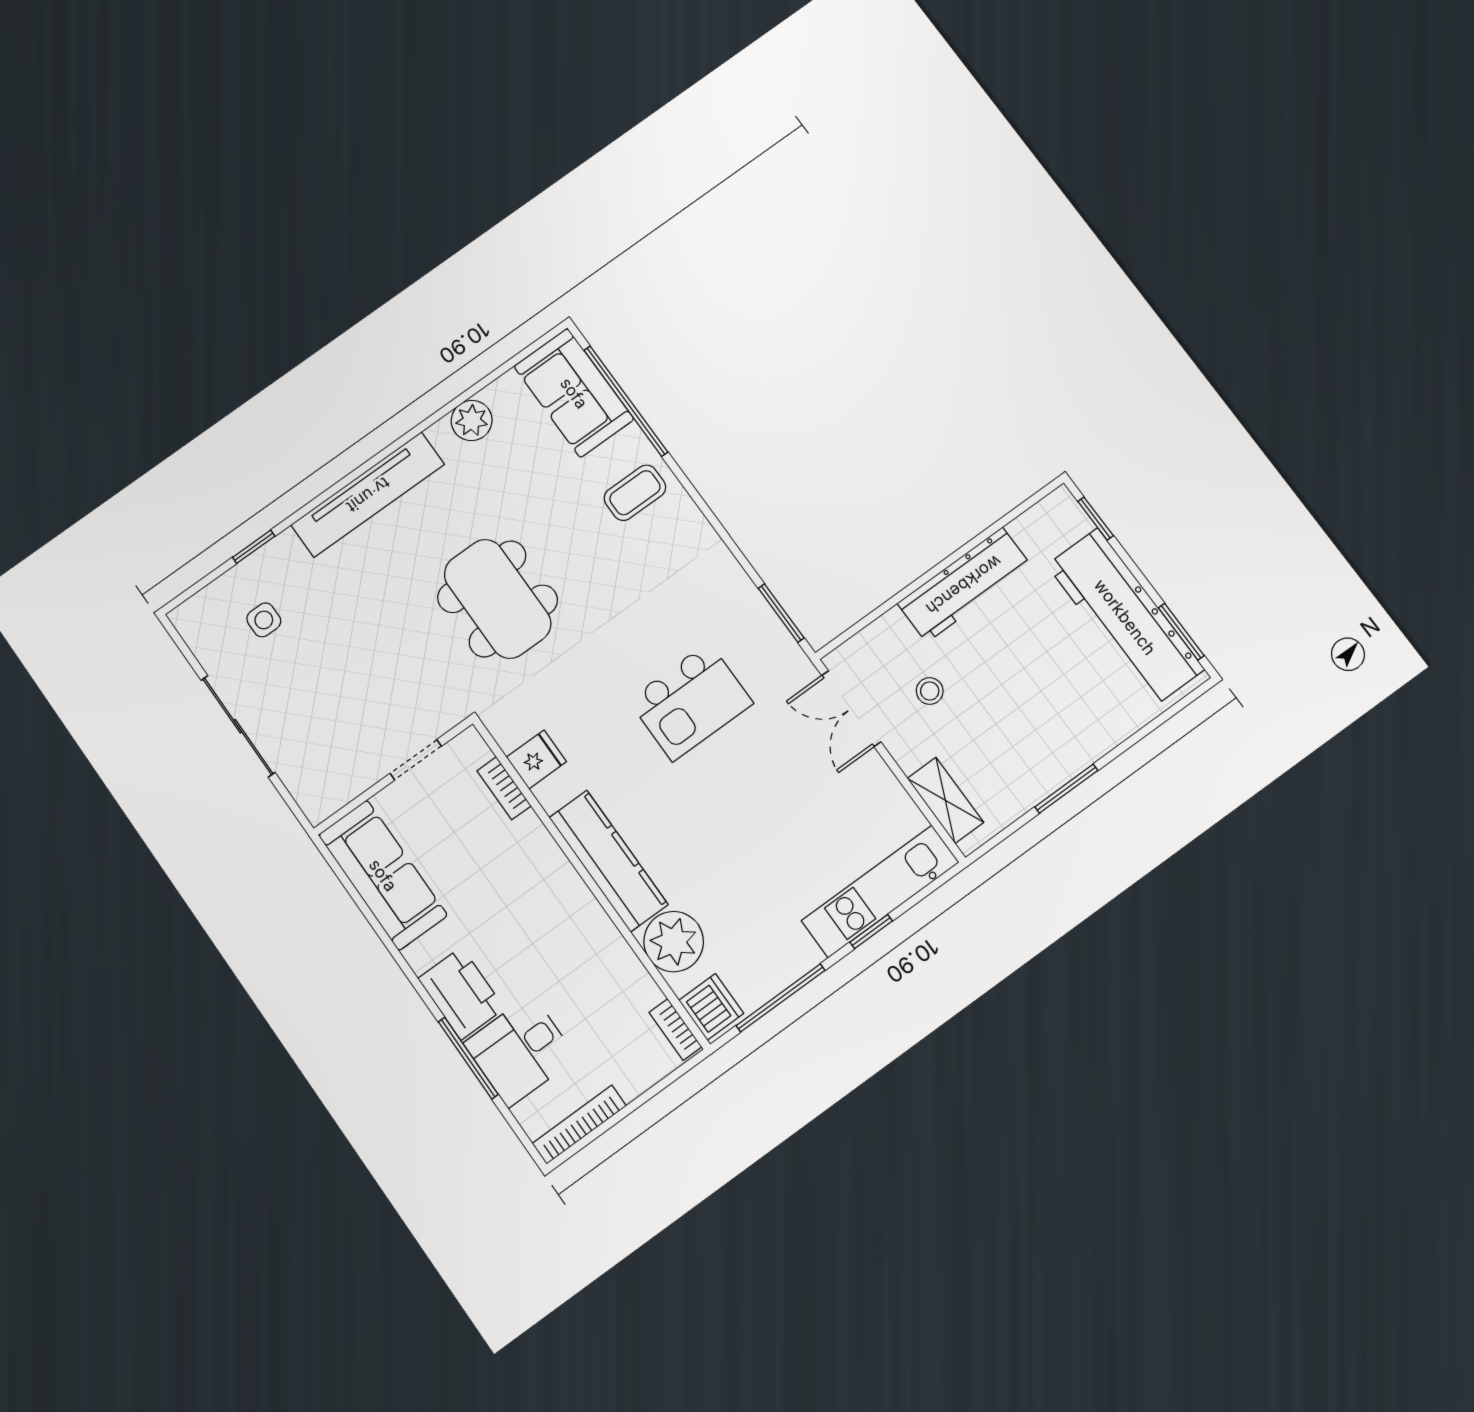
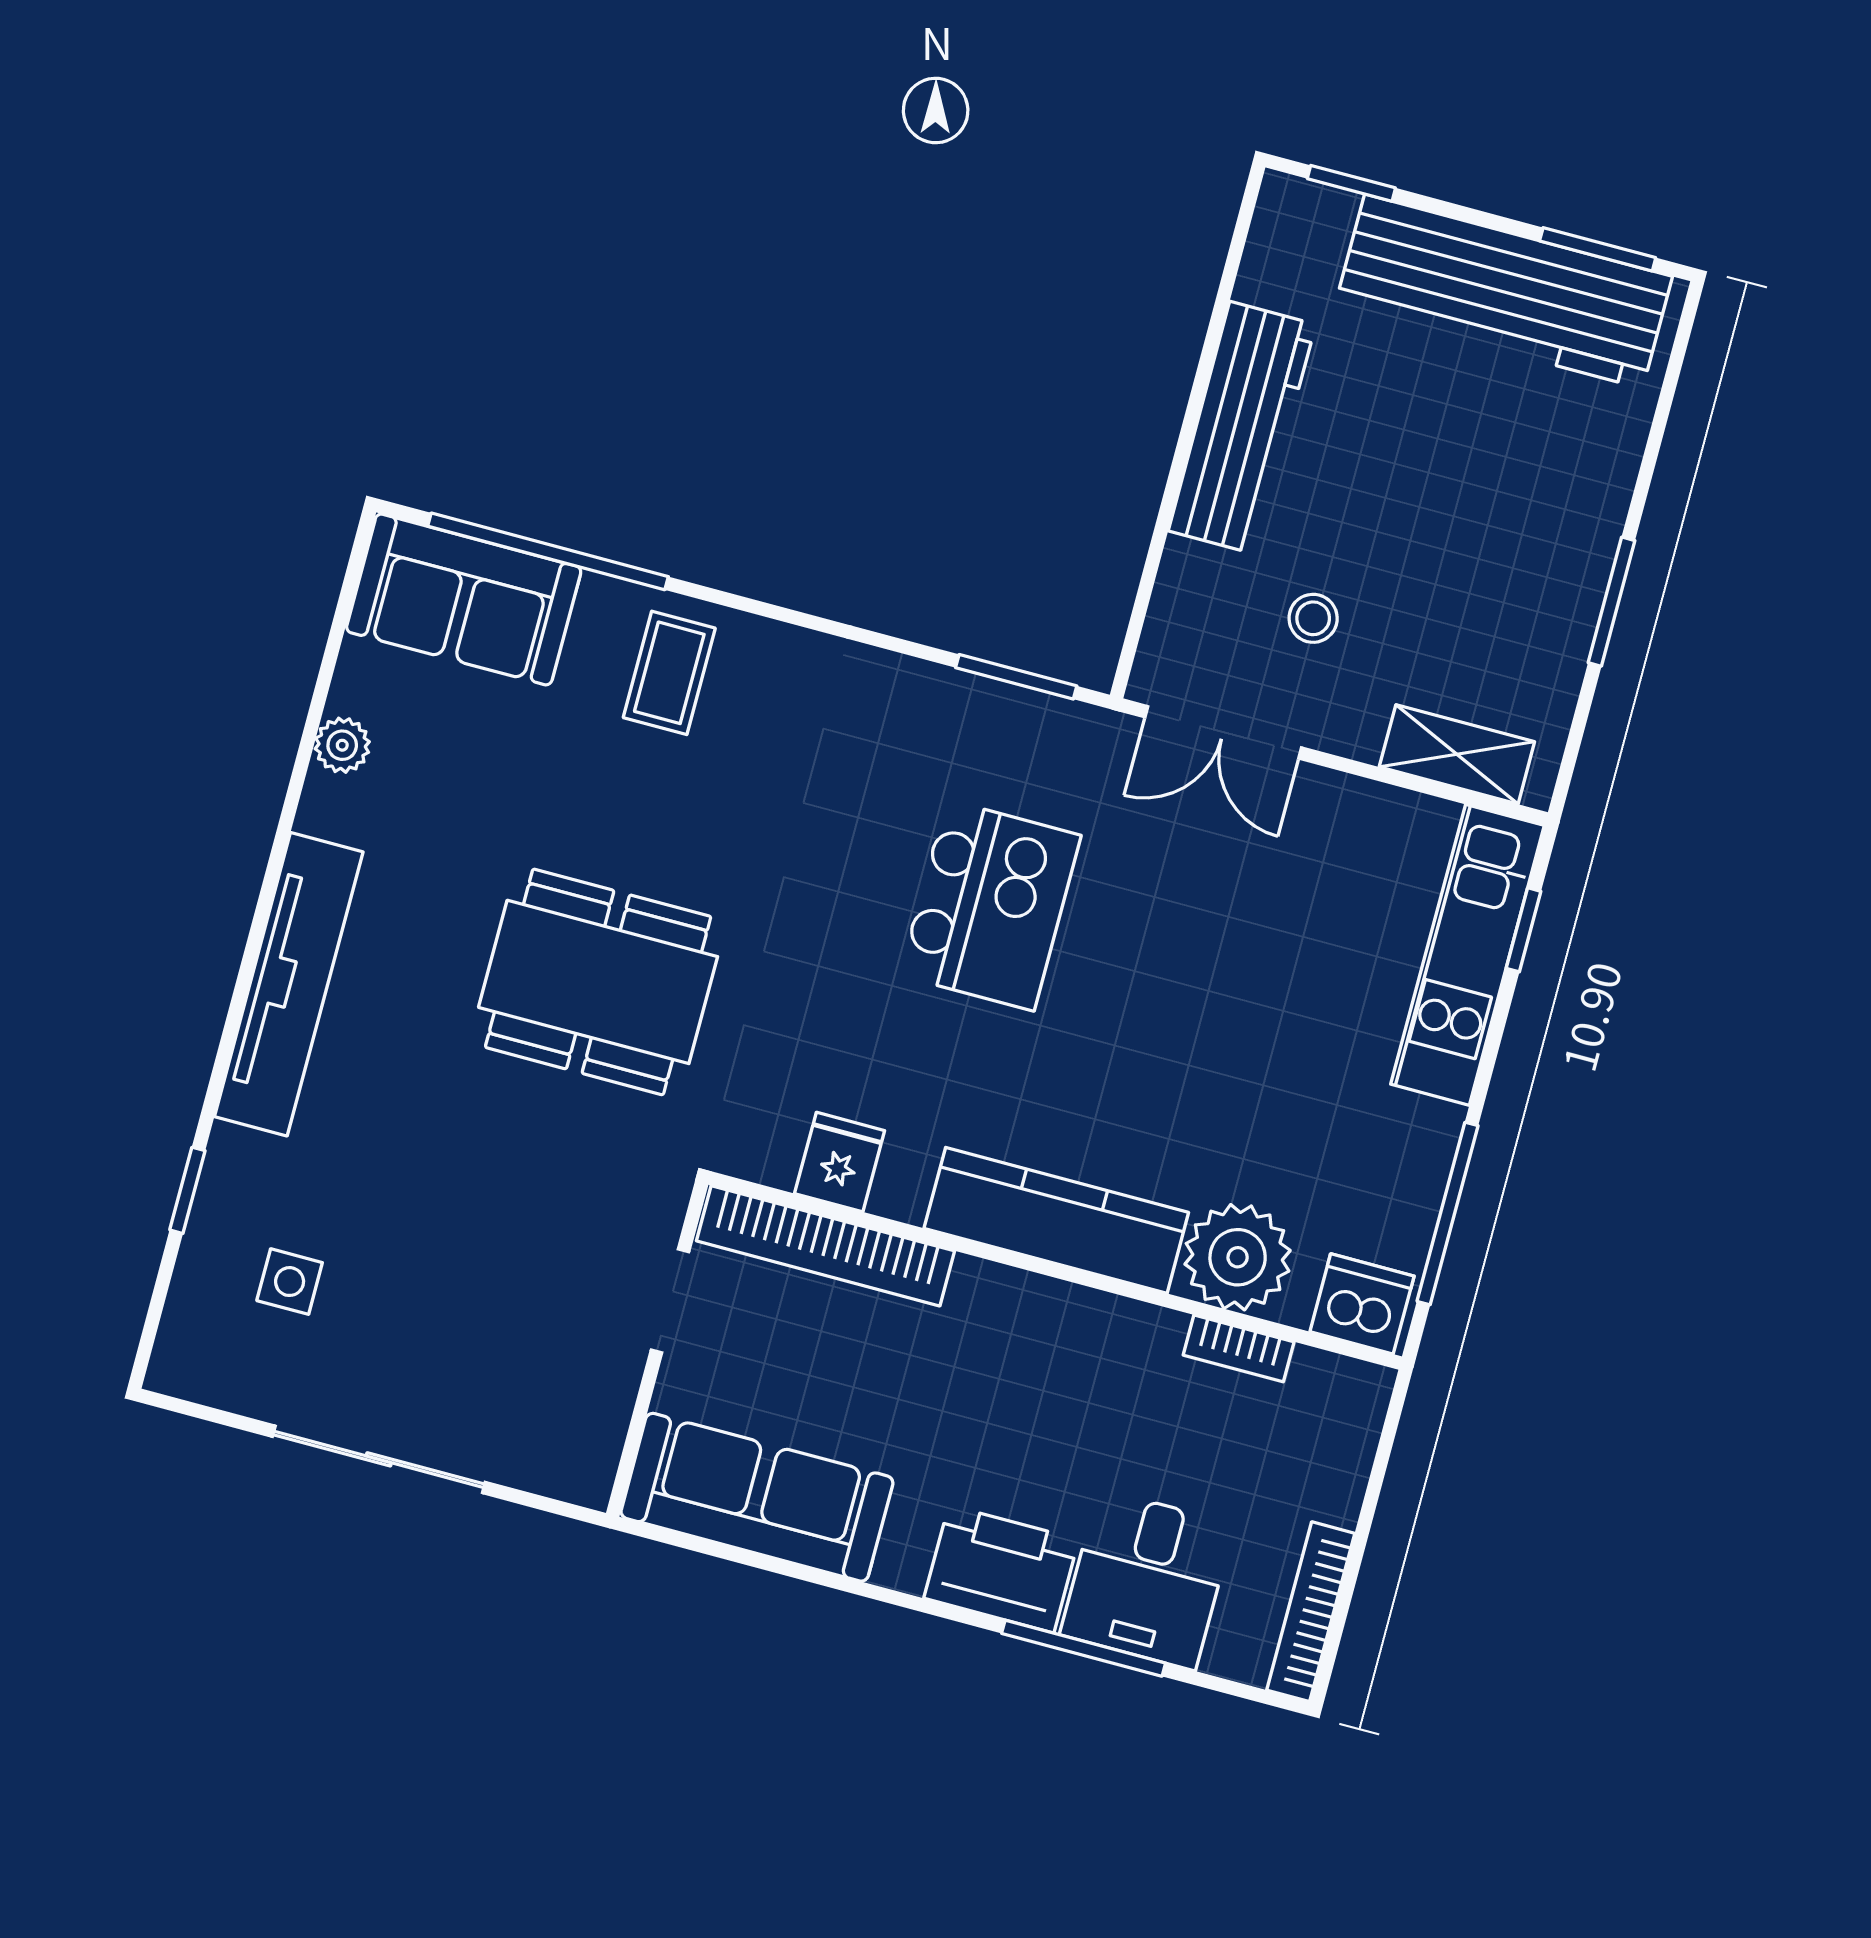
plant: (472, 420) -> (342, 745), width x0.73, depth x0.73
bookcase: (504, 788) -> (825, 1246), width x2.31, depth x1.31
window: (871, 932) -> (1524, 930), moved
bookcase: (675, 1030) -> (1239, 1348), moved

